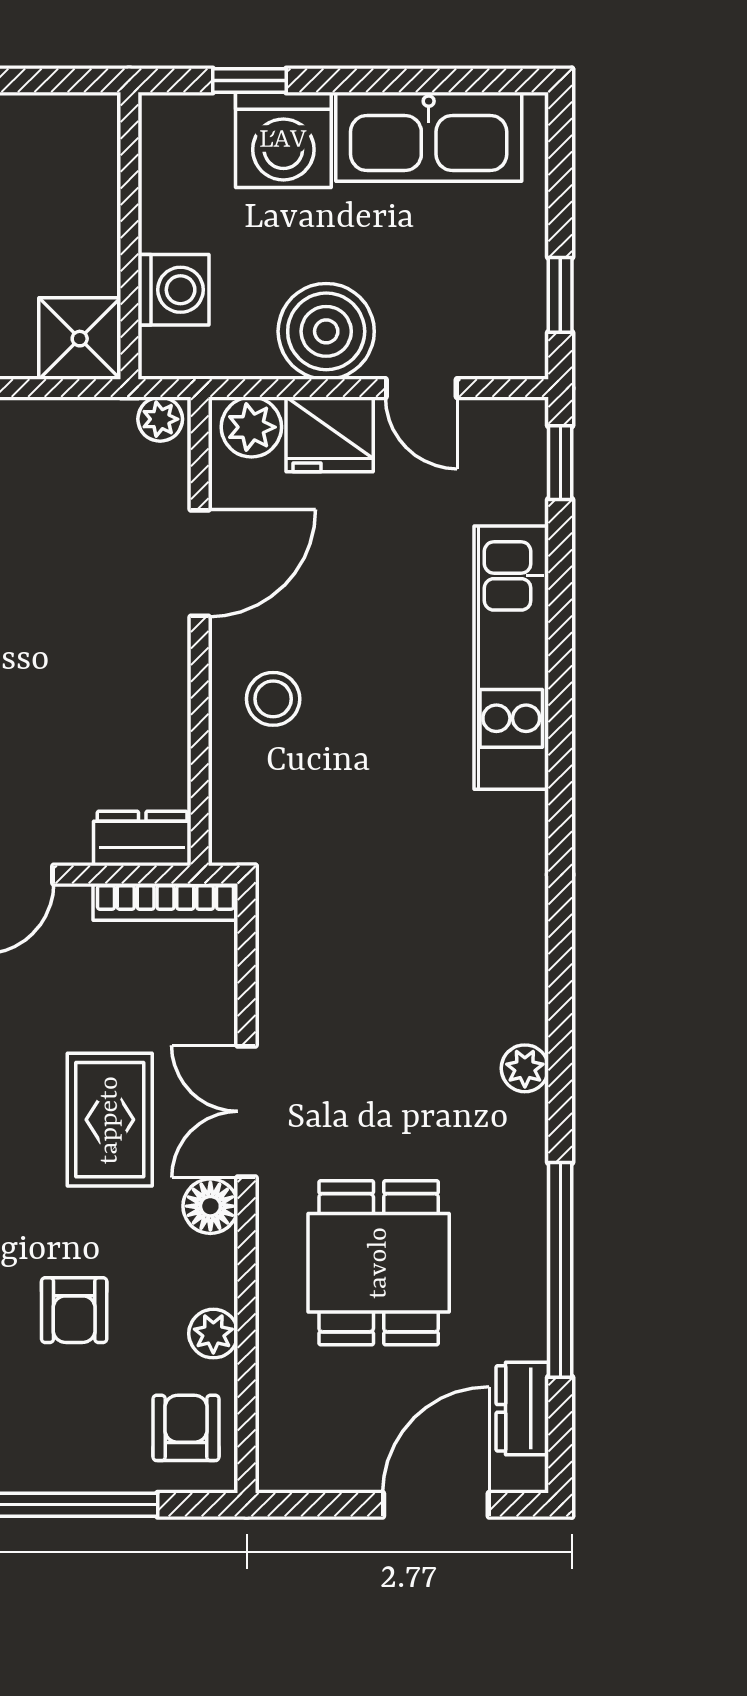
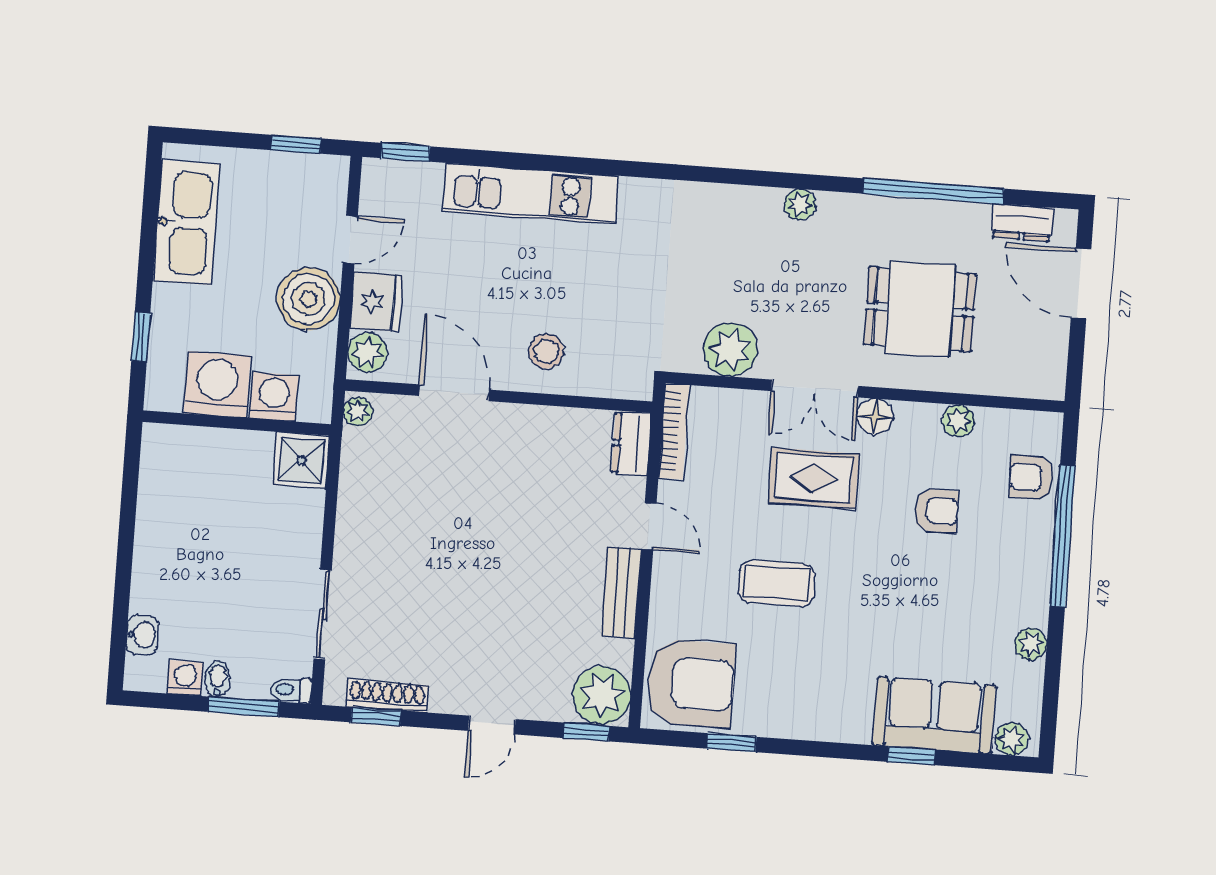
washing machine: (283, 140) -> (217, 385), moved, turned -90
plant: (296, 979) -> (730, 350), added
armchair: (186, 1428) -> (1031, 477), moved

